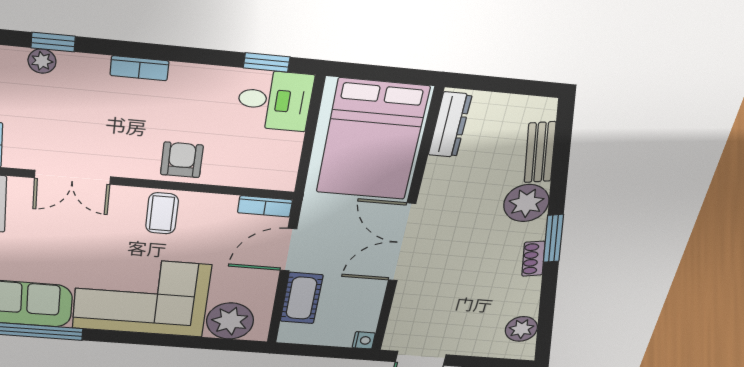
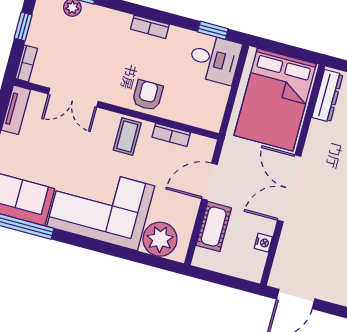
bookcase: (139, 68) -> (150, 27), moved
bookcase: (265, 206) -> (171, 135), moved
nightstand: (364, 340) -> (263, 243), moved

